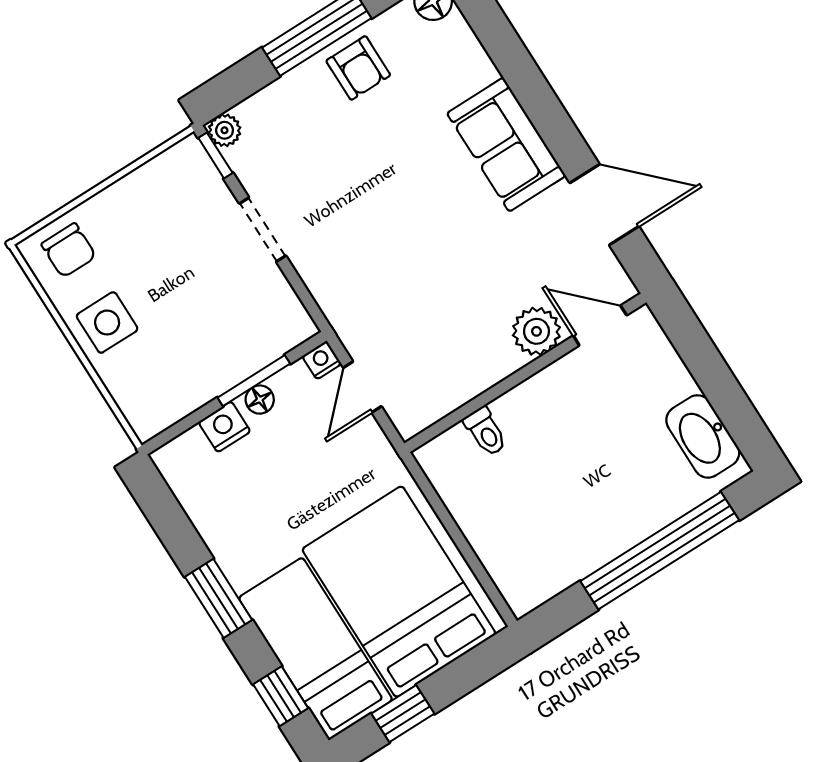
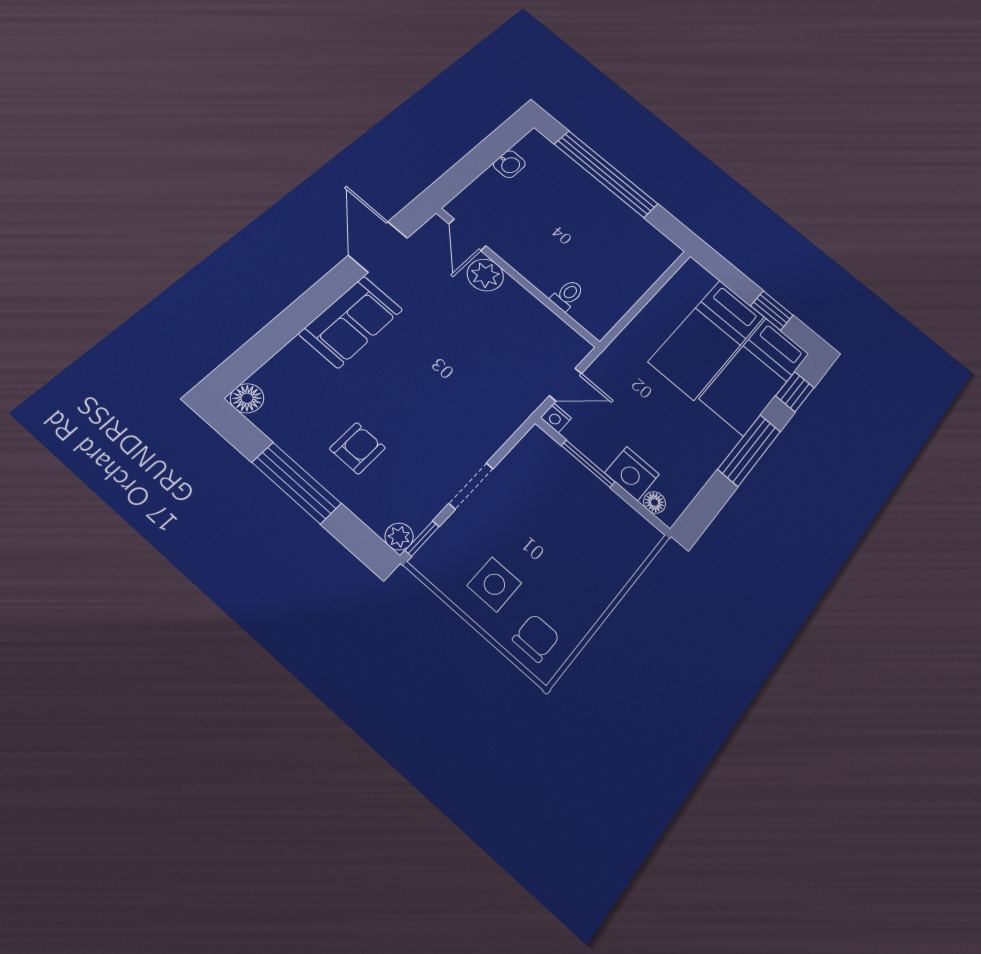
armchair: (358, 68) -> (357, 448), moved
side table: (107, 322) -> (494, 584), moved
floor lamp: (260, 400) -> (655, 502), moved
nightstand: (224, 427) -> (632, 474), width x1.36, depth x1.33
washbasin: (703, 436) -> (509, 164), width x0.52, depth x0.69
bed: (399, 592) -> (707, 339), width x0.67
window: (219, 598) -> (749, 450), width x1.44

